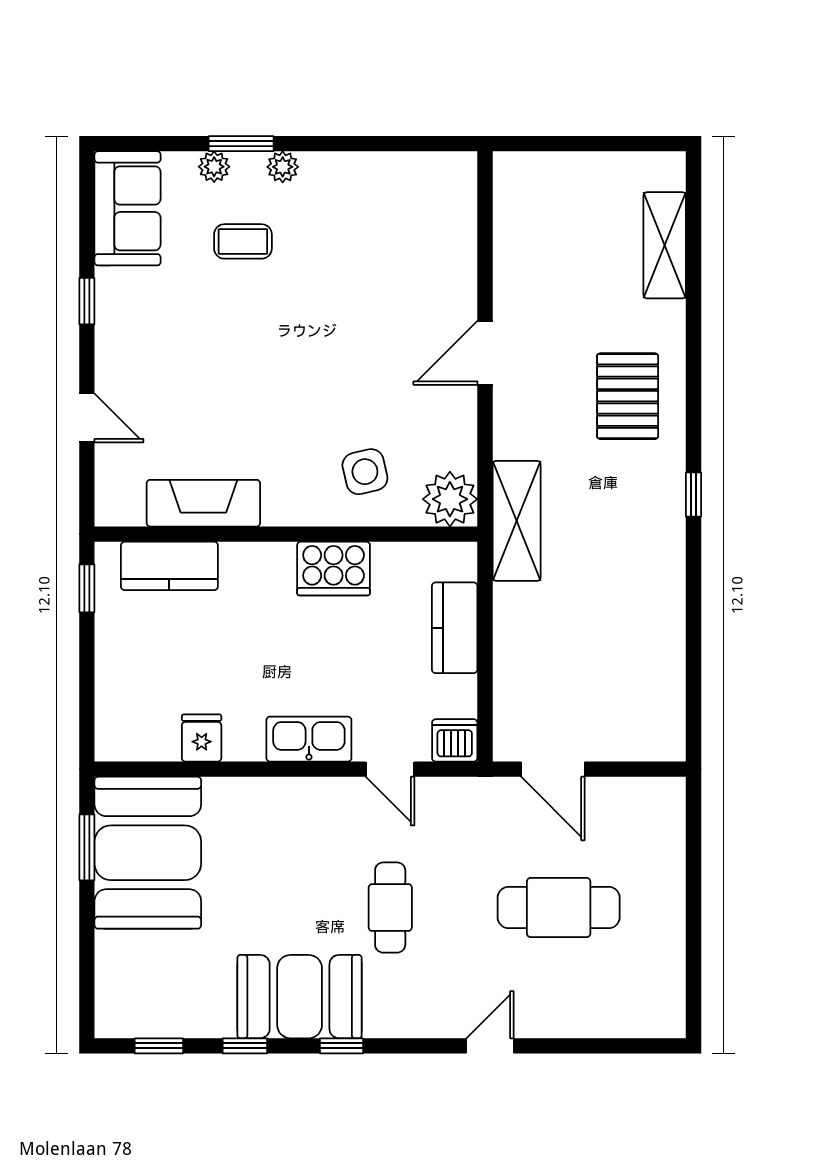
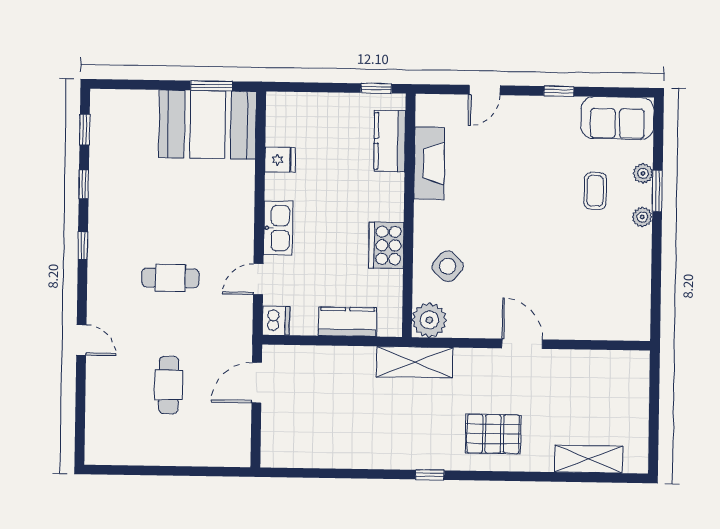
side table: (365, 472) -> (448, 266), turned -36
cafe table: (559, 908) -> (169, 385), width x0.73, depth x0.74
booth: (300, 997) -> (115, 219), removed

